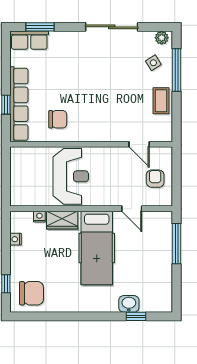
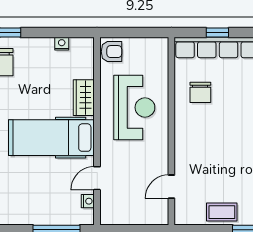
reception desk: (71, 176) -> (134, 107), turned -90
armchair: (155, 179) -> (111, 52), moved
nightstand: (39, 217) -> (88, 201), moved

